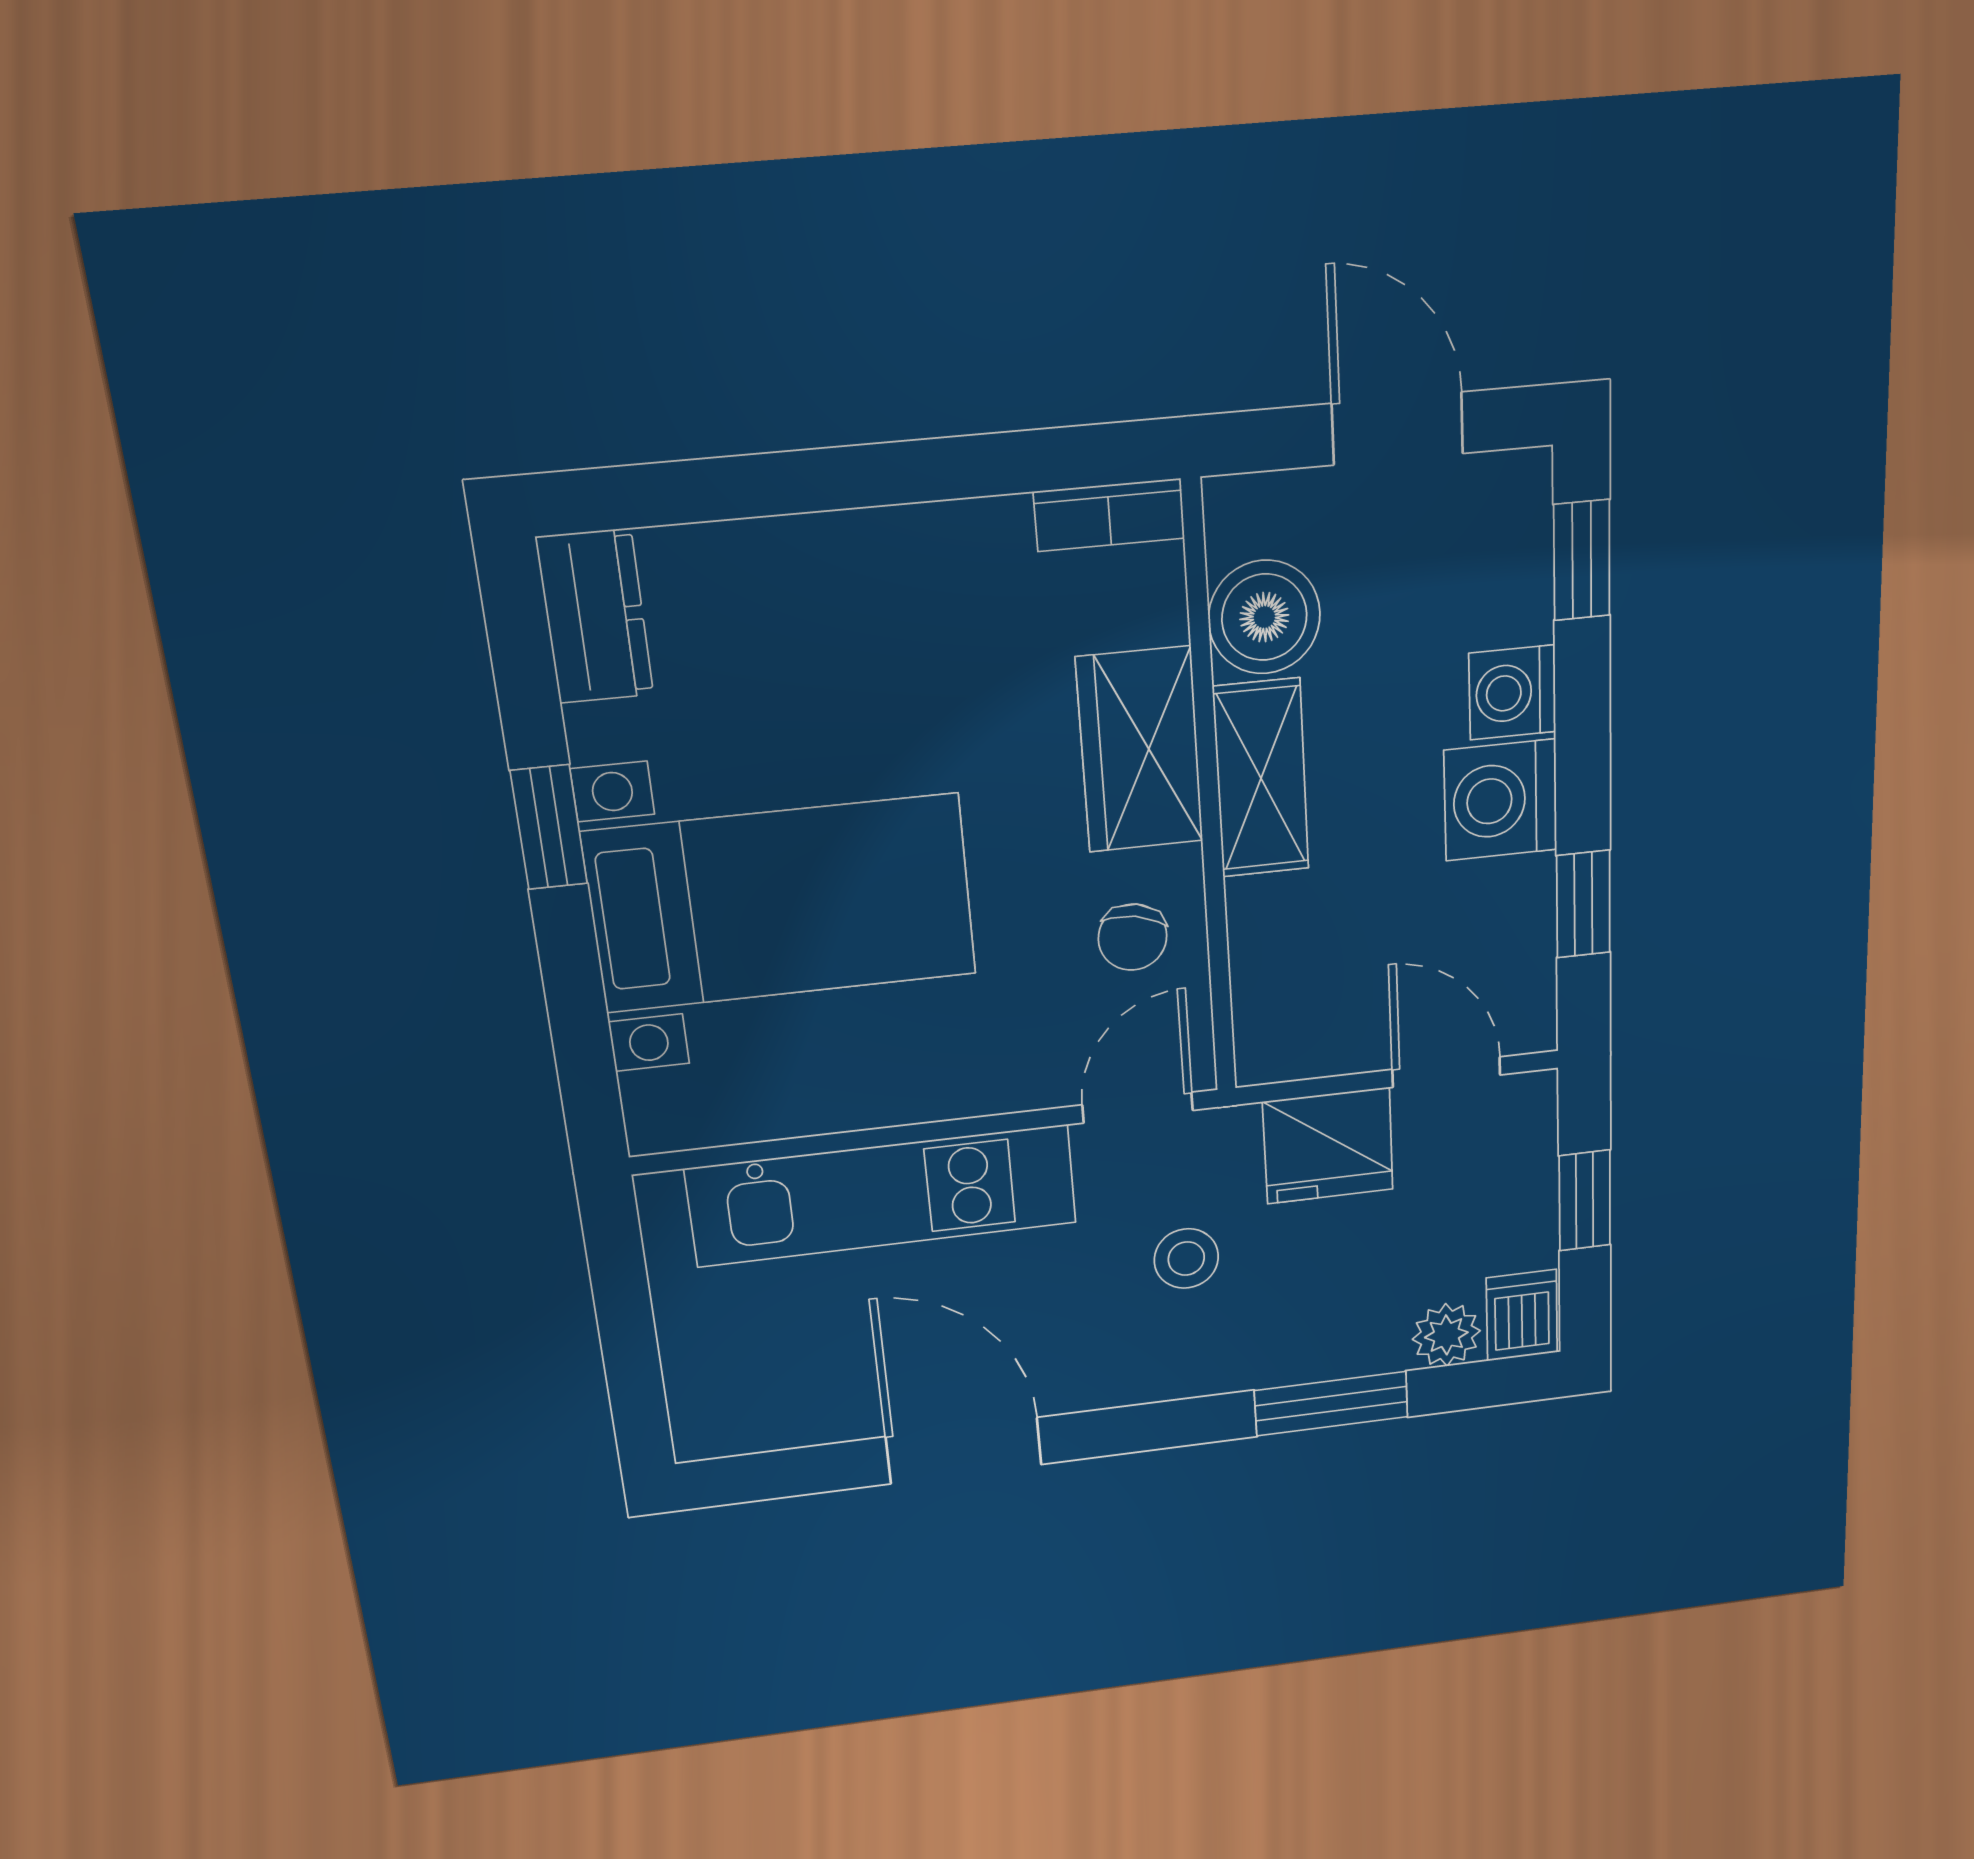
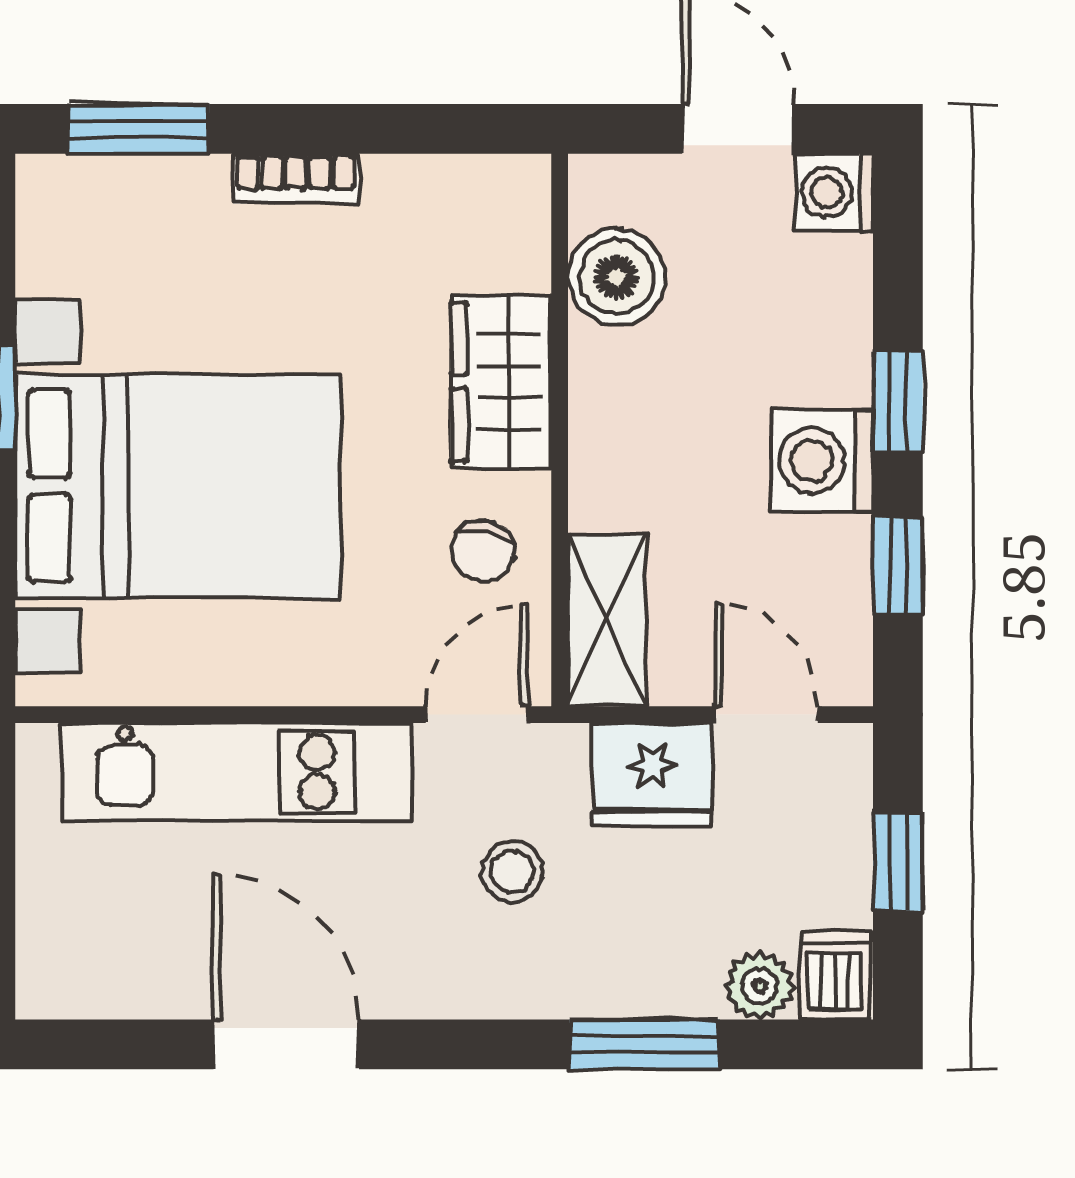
window: (682, 492) -> (139, 129), added
bookcase: (1109, 515) -> (296, 179), moved
window: (1582, 560) -> (898, 401), moved
dresser: (595, 616) -> (54, 223), removed
washing machine: (1512, 693) -> (834, 192), moved
shelving: (1261, 778) -> (607, 620), moved
bed with nightstands: (781, 904) -> (178, 486), width x1.36

